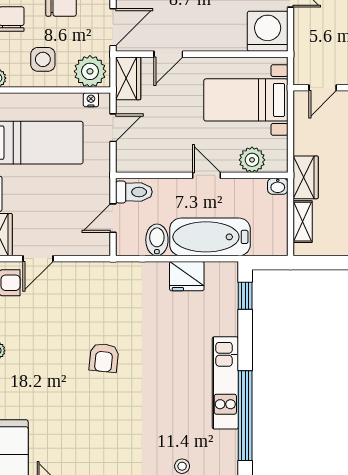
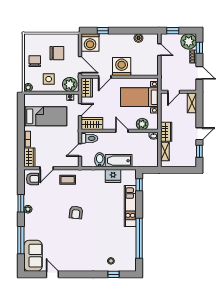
door: (113, 27) -> (80, 65), hinge flipped
washing machine: (268, 31) -> (122, 66), moved
wardrobe: (139, 159) -> (92, 124), added
bathtub: (210, 237) -> (119, 161), width x0.73, depth x0.73
coffee table: (85, 285) -> (68, 180), added
kitchen unit: (225, 383) -> (130, 206), moved

